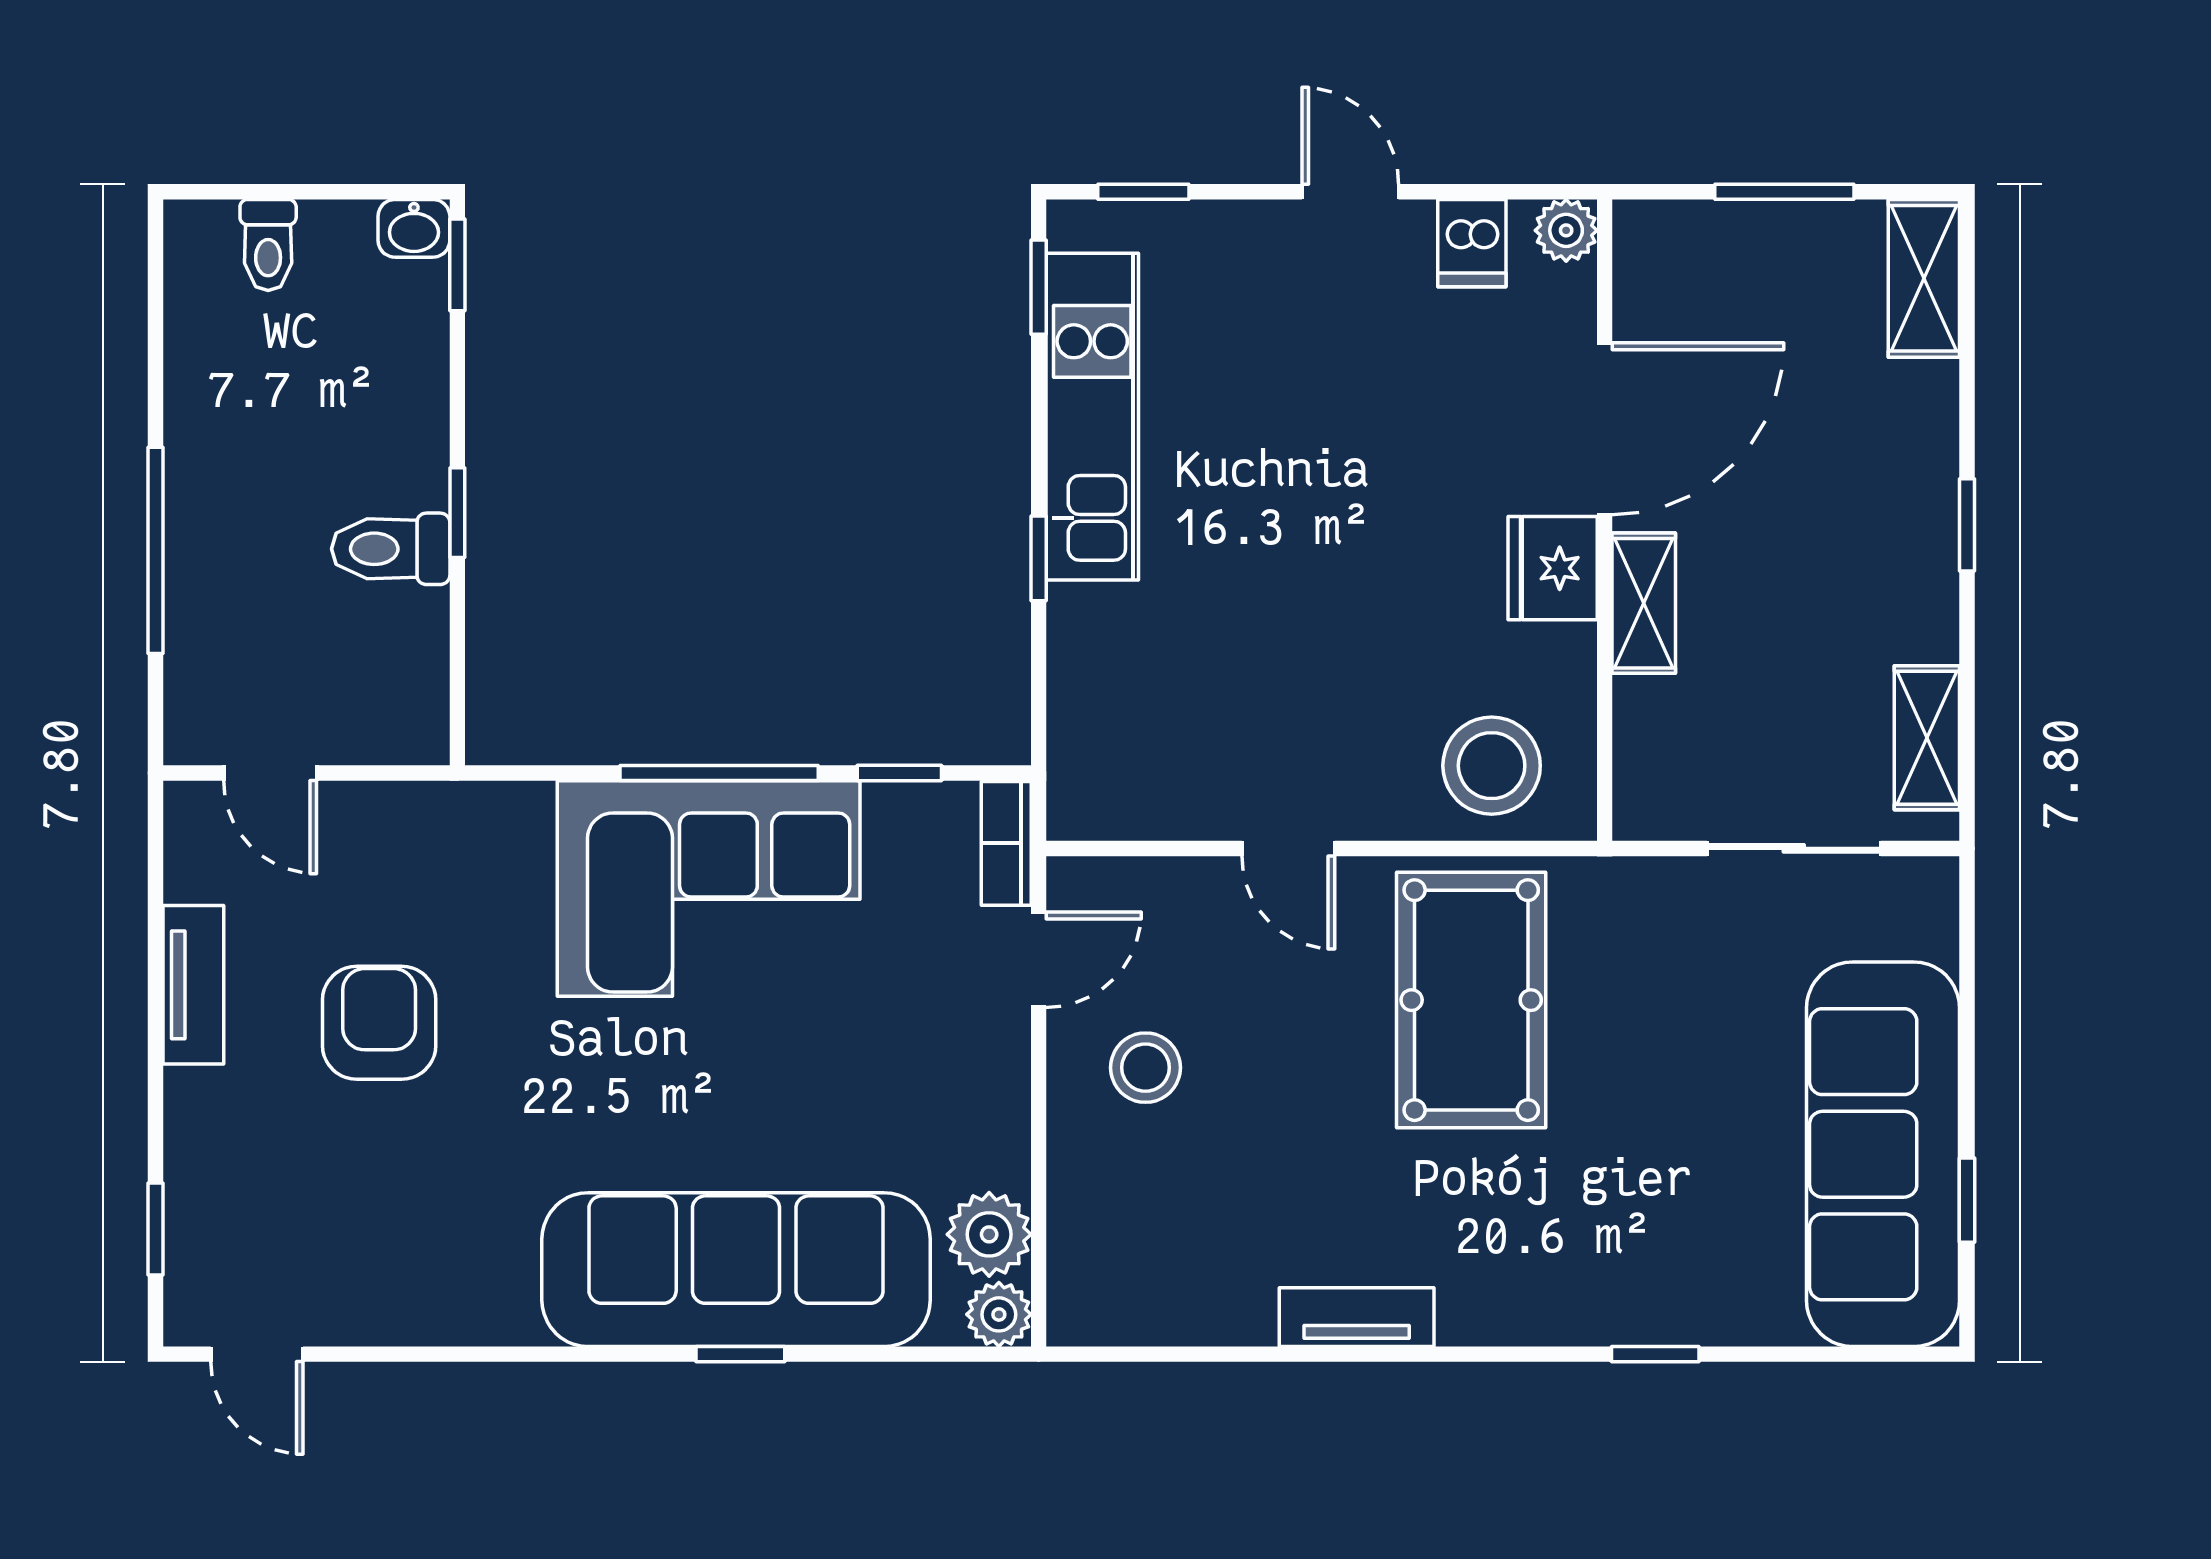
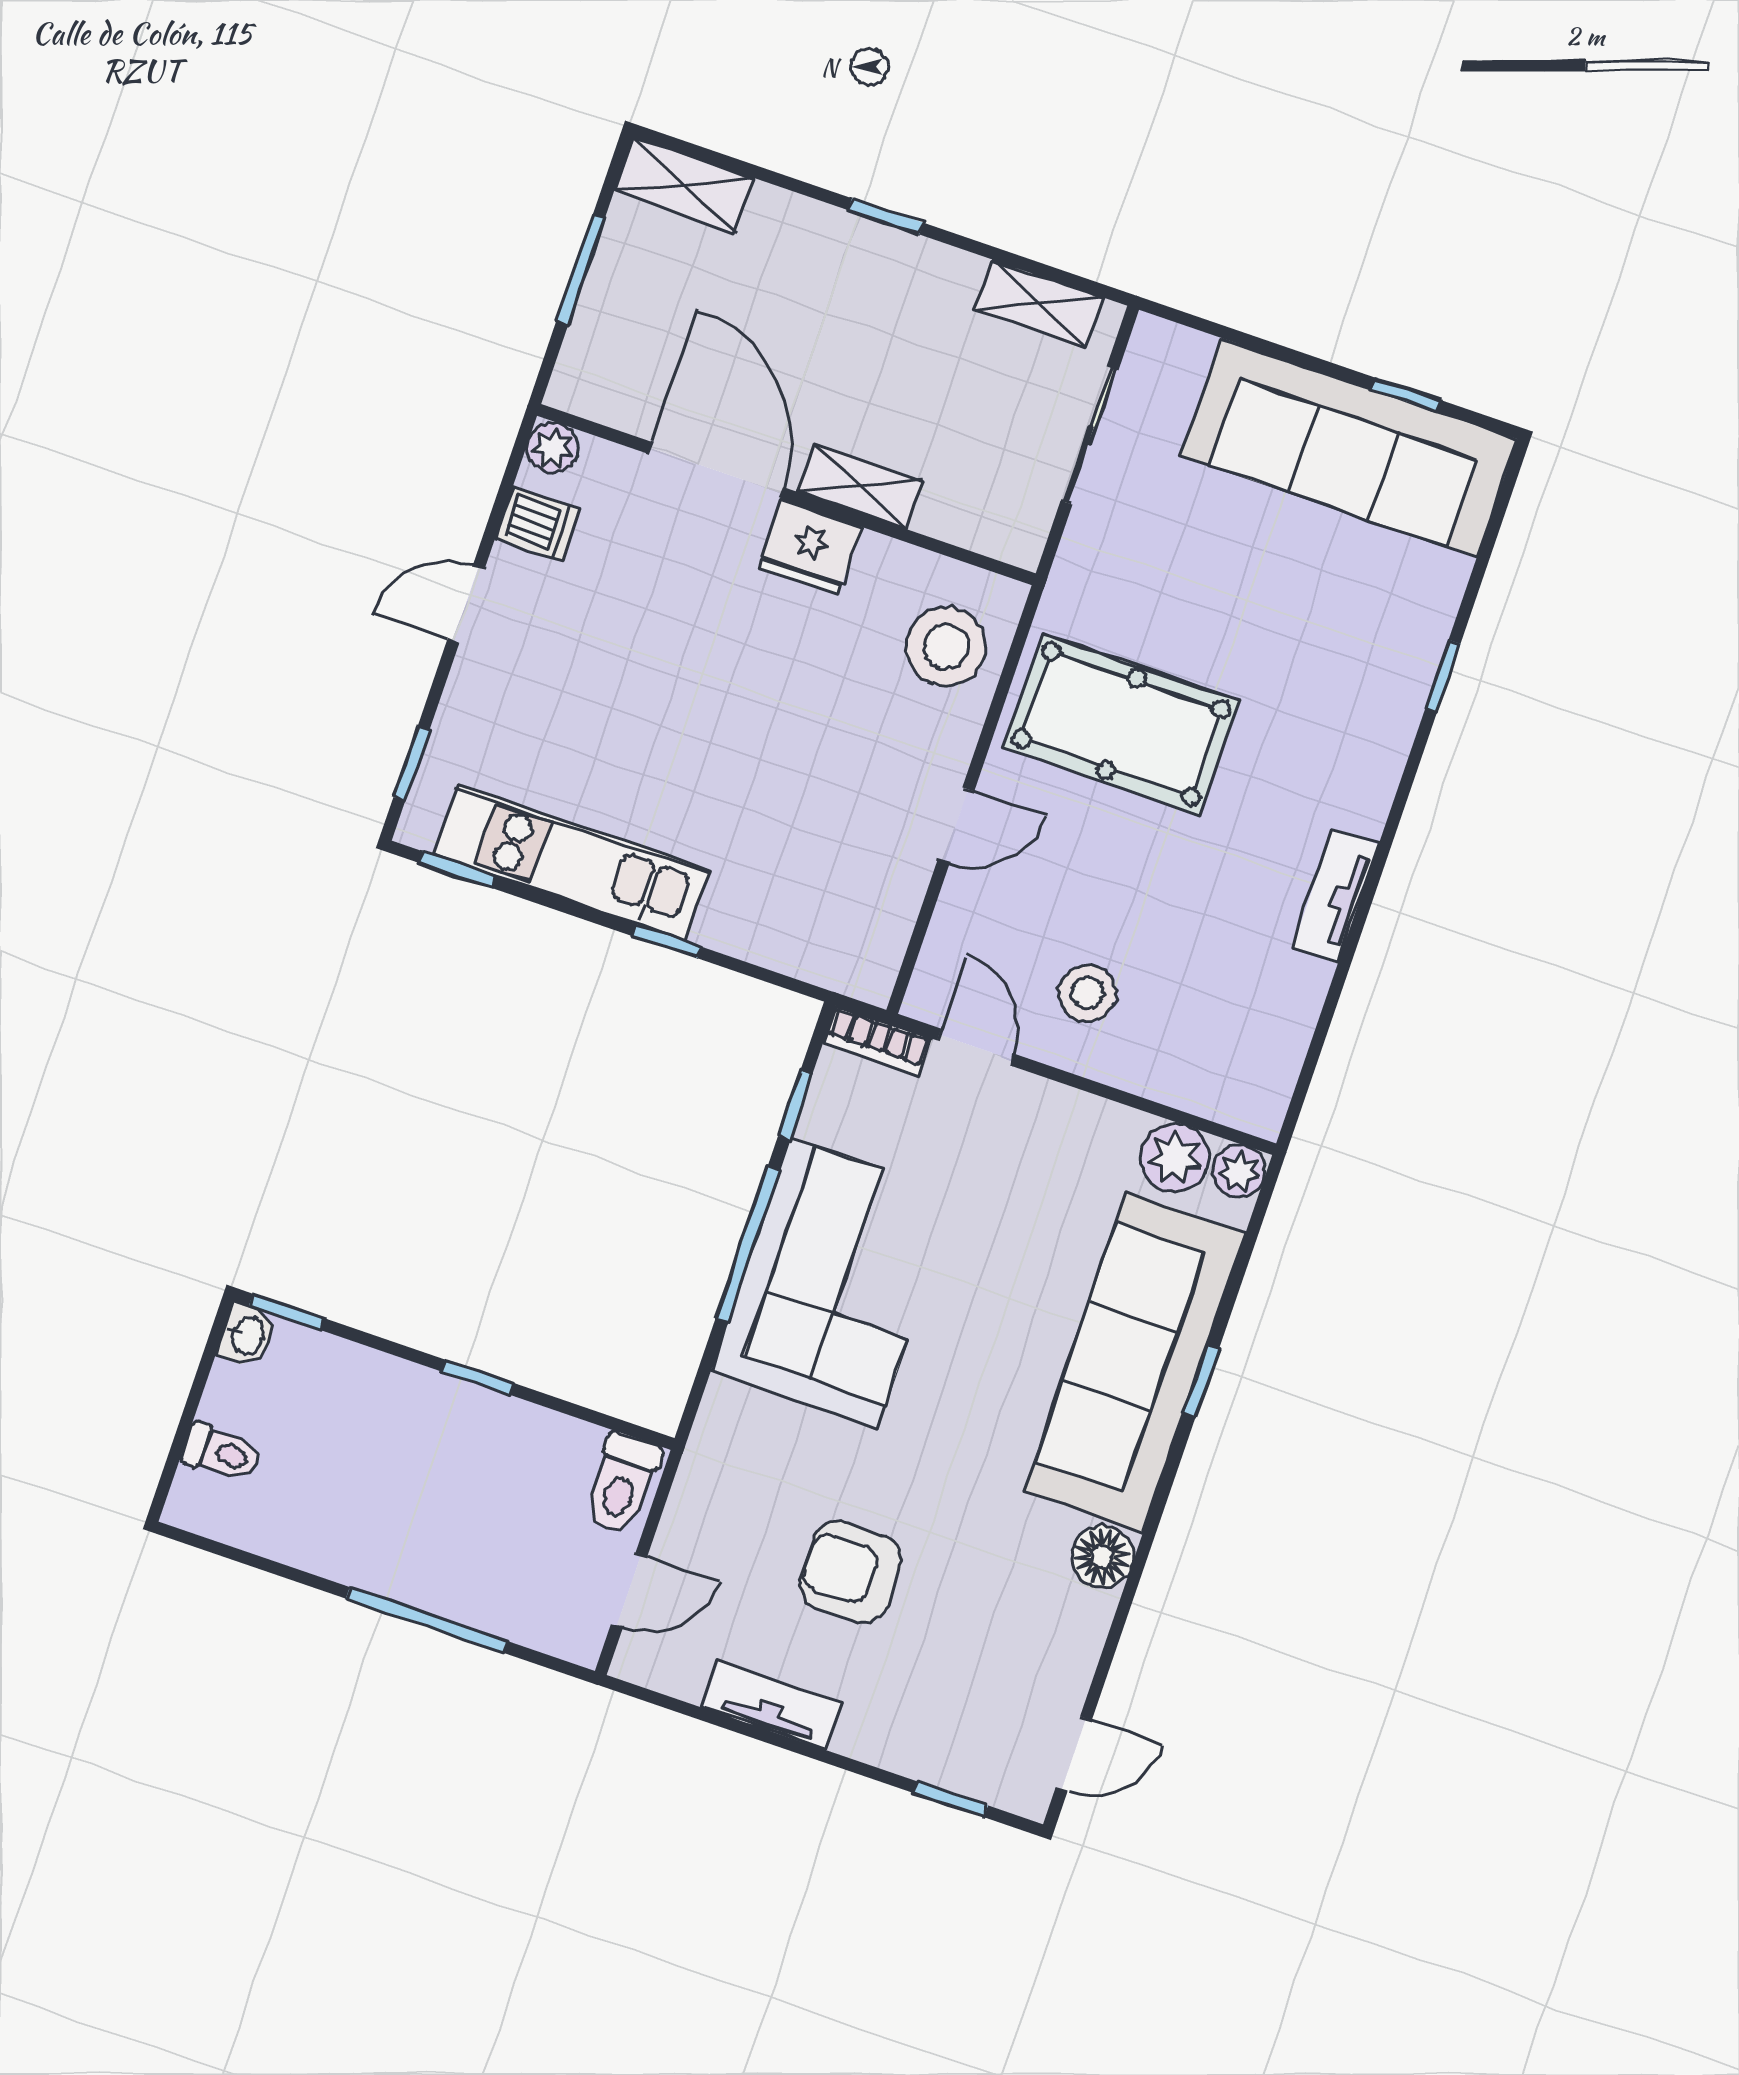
toilet: (391, 549) -> (622, 1484), moved
floor lamp: (498, 1309) -> (1102, 1556), added

